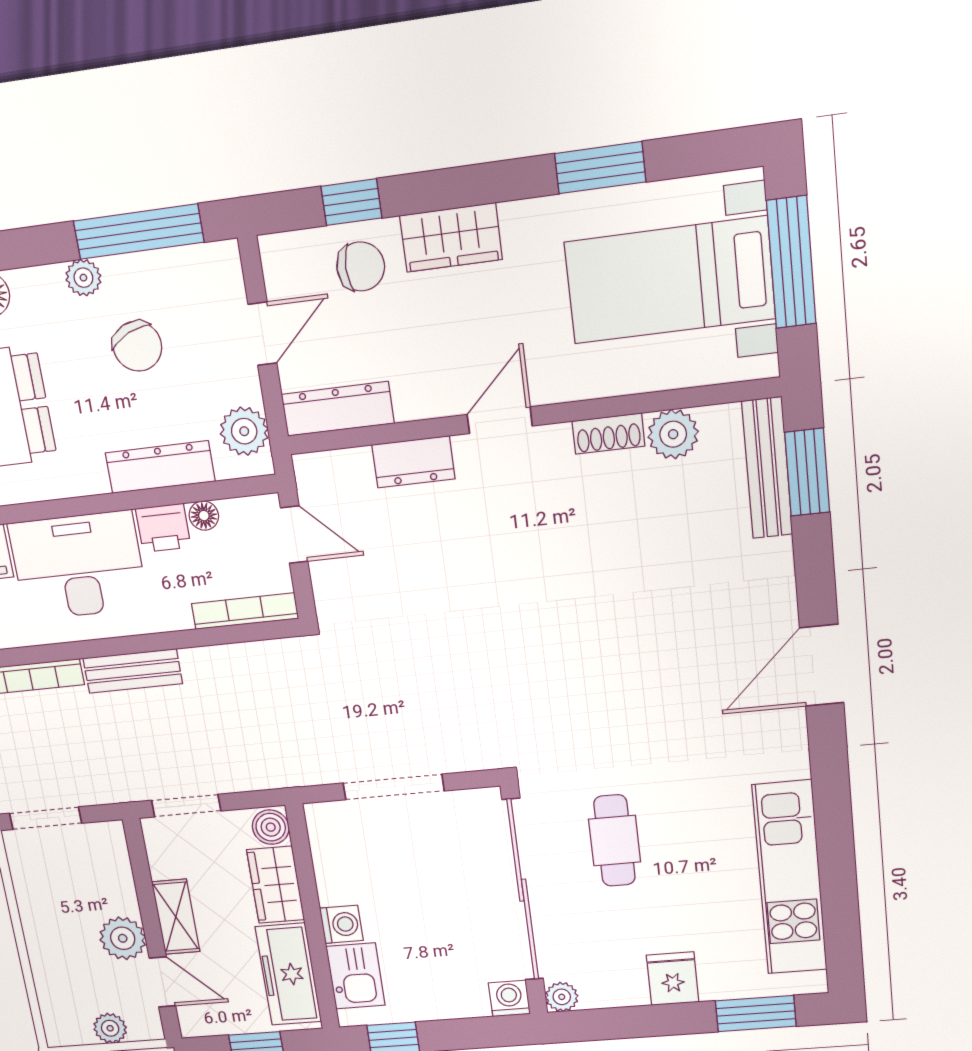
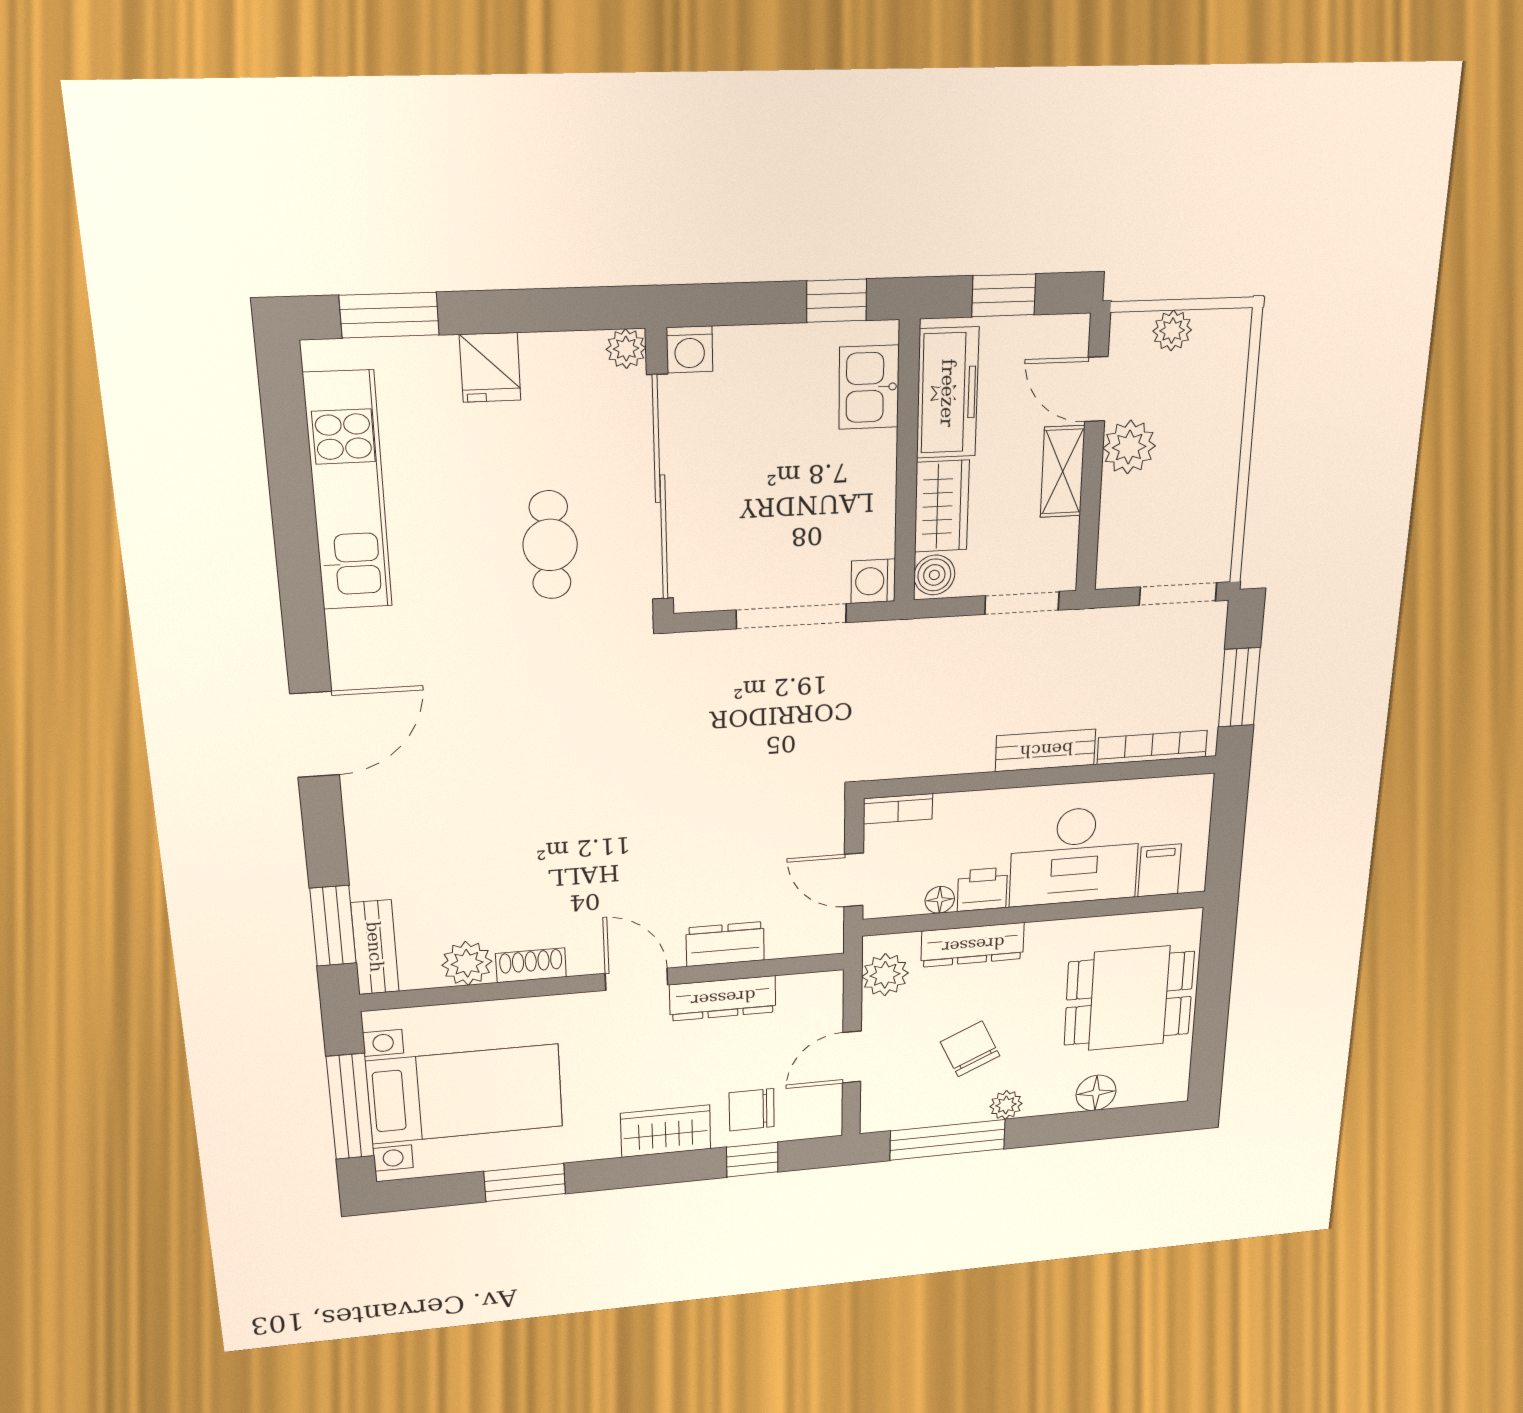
dresser: (338, 409) -> (723, 998), moved
door: (500, 420) -> (637, 979), swing flipped
bench: (767, 468) -> (375, 947), width x0.73
bookcase: (245, 611) -> (898, 809), width x0.64
washing machine: (341, 924) -> (873, 581), moved

